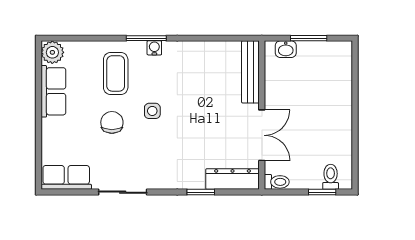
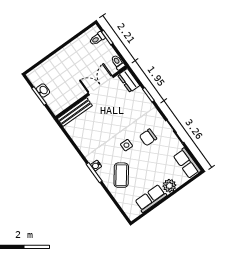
washbasin: (286, 49) -> (43, 90), moved
plant: (52, 52) -> (169, 186), moved
coffee table: (116, 73) -> (121, 175), turned -53
chair: (112, 122) -> (148, 137), moved
dresser: (233, 179) -> (129, 80), width x0.70

